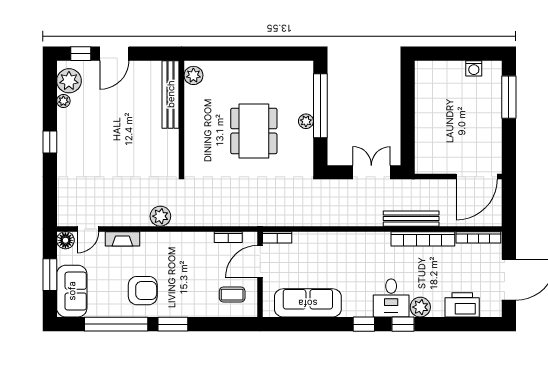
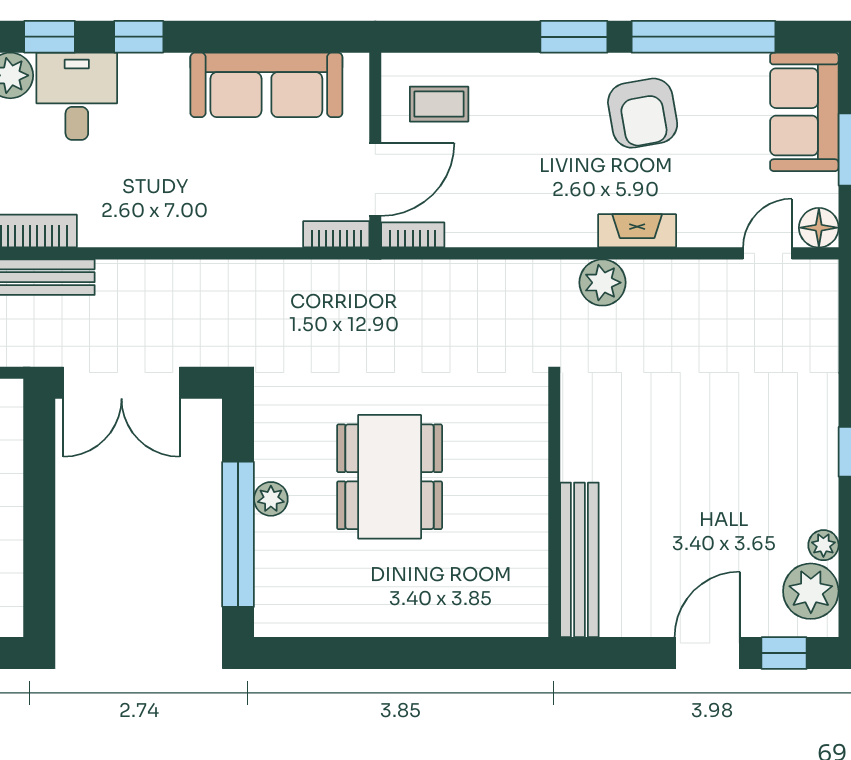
plant: (193, 75) -> (527, 603), removed
double door: (371, 172) -> (122, 383), width x1.37
bookcase: (228, 237) -> (413, 235), moved
fireplace: (122, 239) -> (637, 231), moved
armchair: (143, 291) -> (643, 113), turned -100

